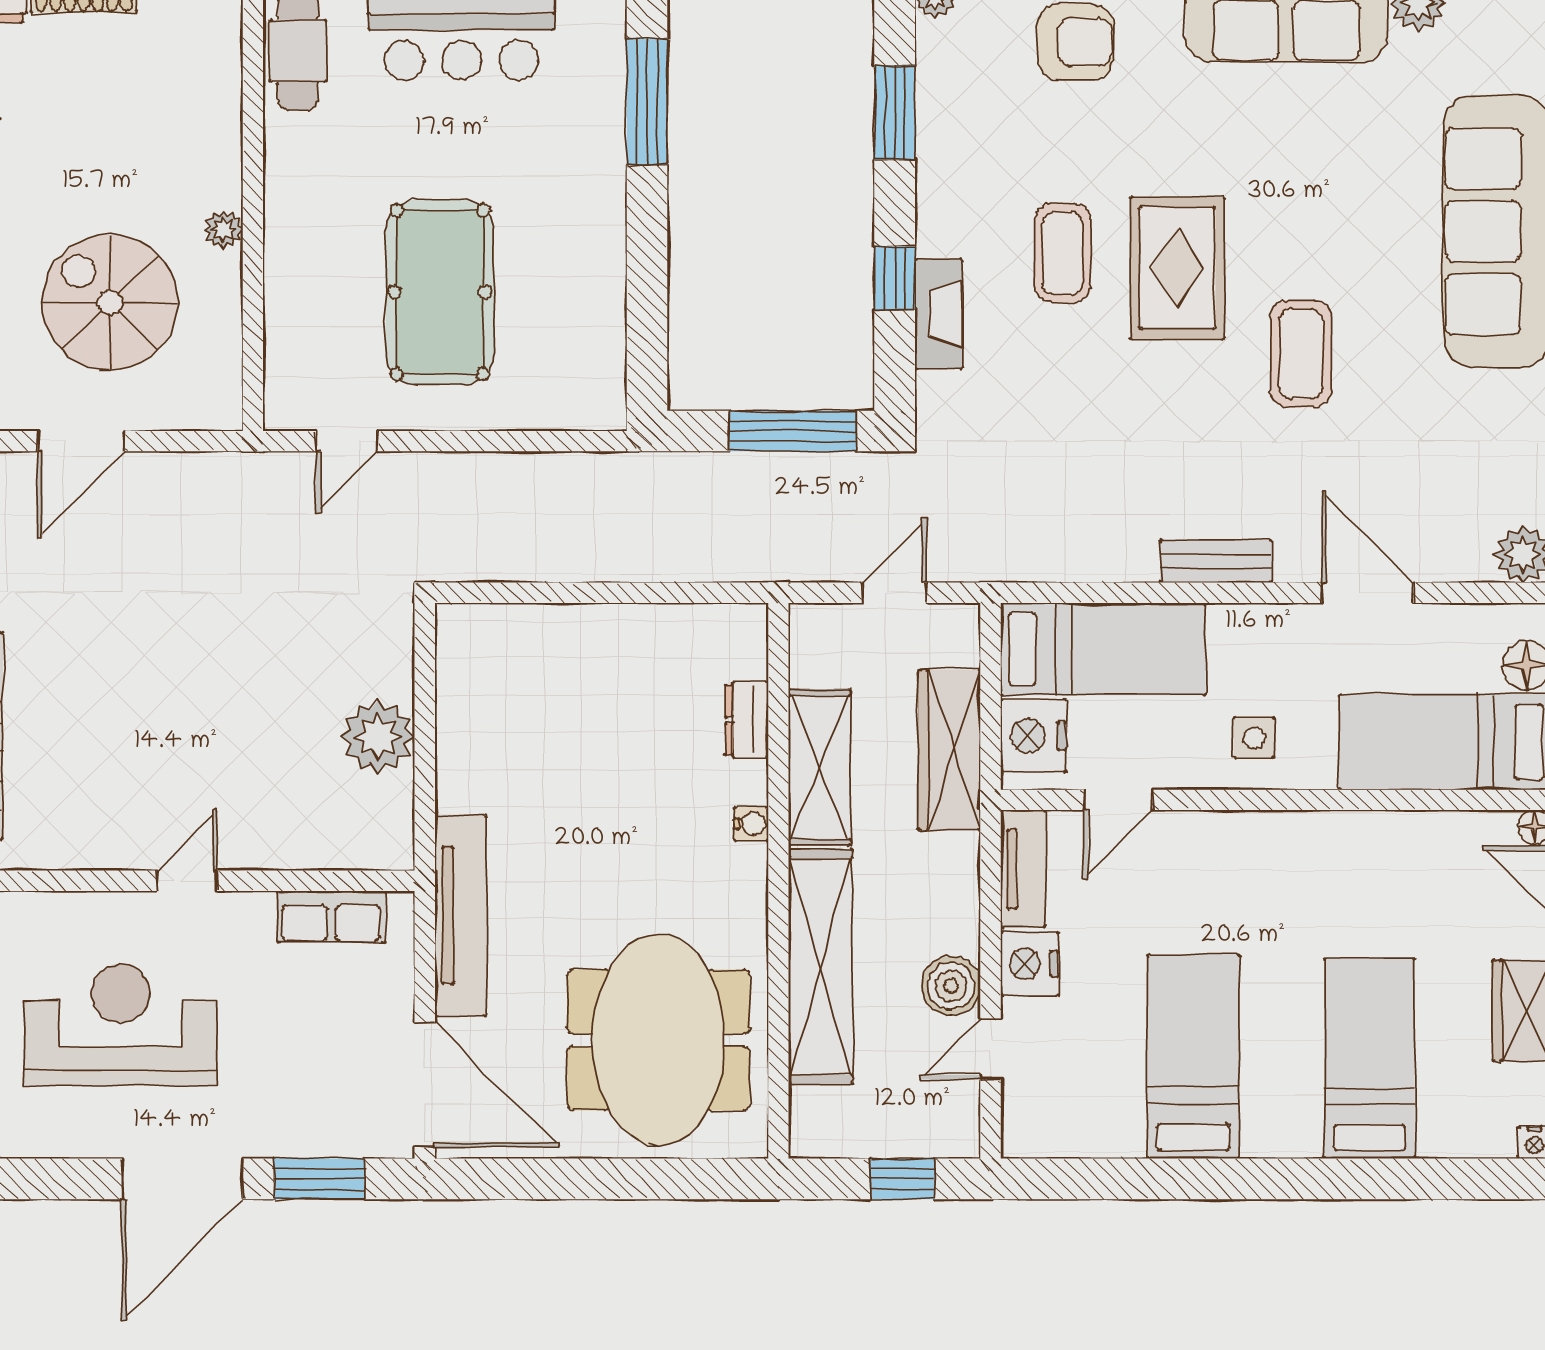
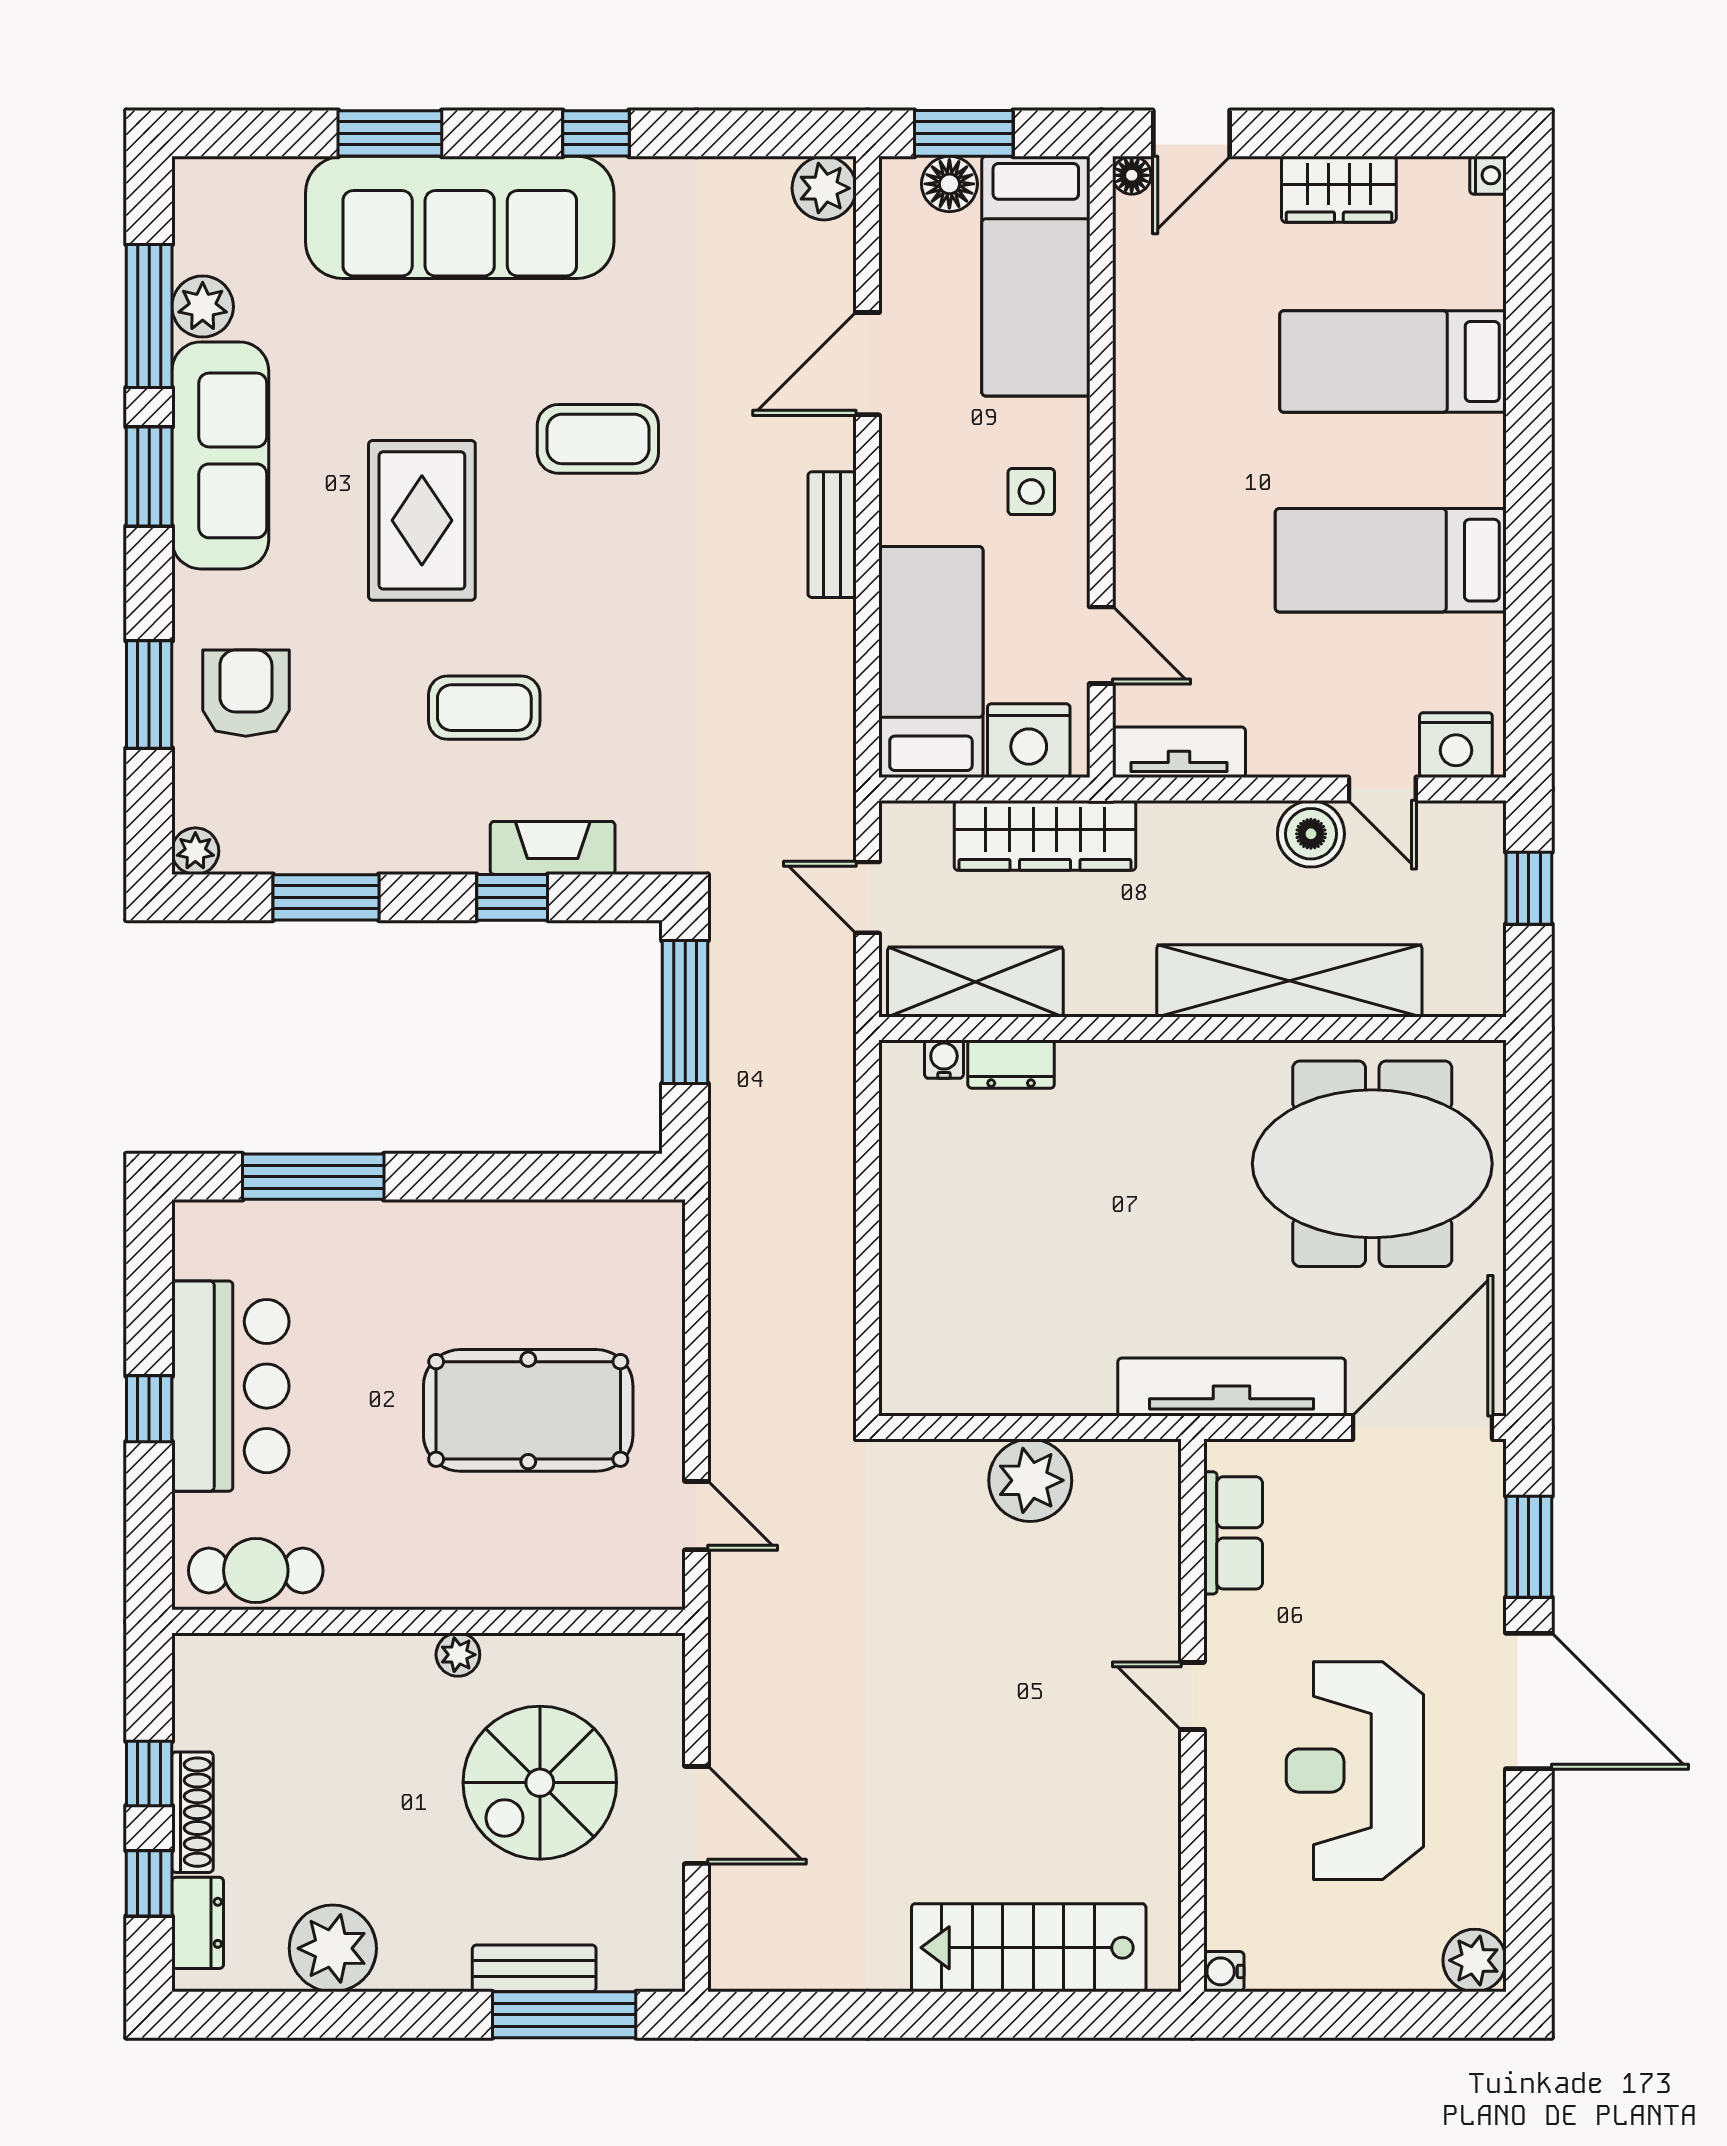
rug: (1177, 268) -> (422, 520), moved, turned 90
shelving: (820, 767) -> (975, 982), moved
water cooler: (751, 824) -> (944, 1059), moved
nightstand: (1030, 964) -> (1456, 745), moved

